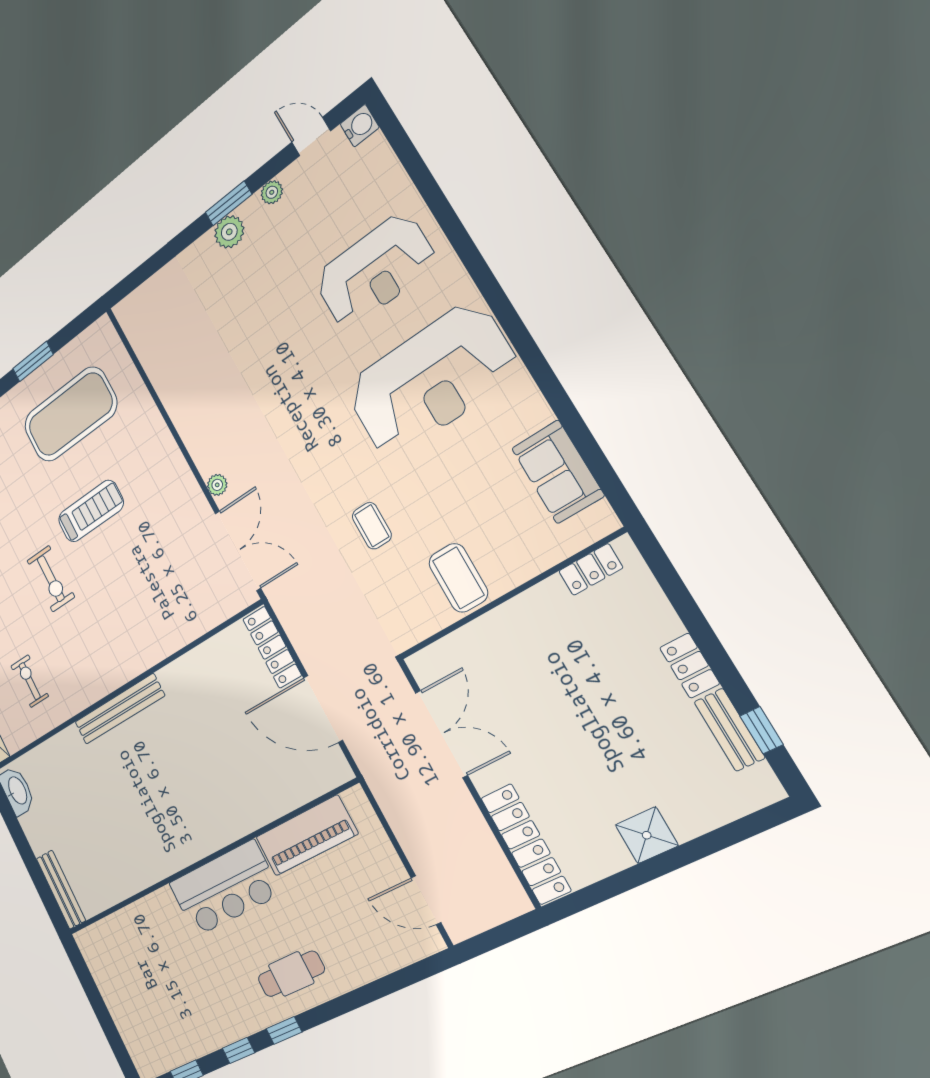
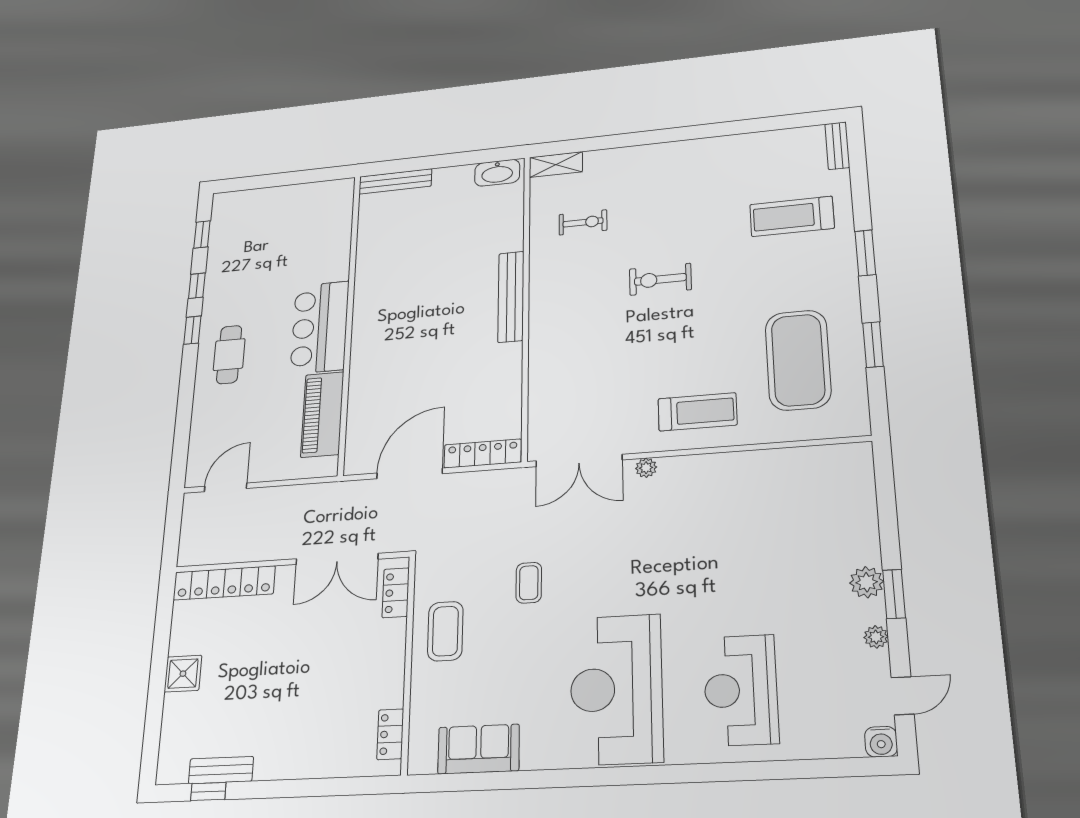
treadmill: (91, 511) -> (697, 412), moved, turned -90
coffee table: (372, 526) -> (529, 583), turned 90
coffee table: (458, 578) -> (445, 631), turned 90
locker: (690, 666) -> (396, 593), moved, turned -90

